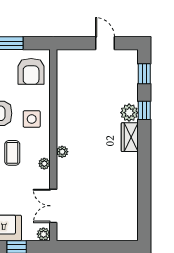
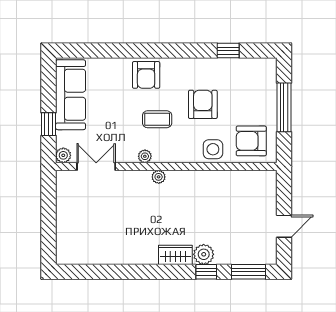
window: (144, 74) -> (249, 272), width x1.50
side table: (32, 119) -> (213, 149), moved

